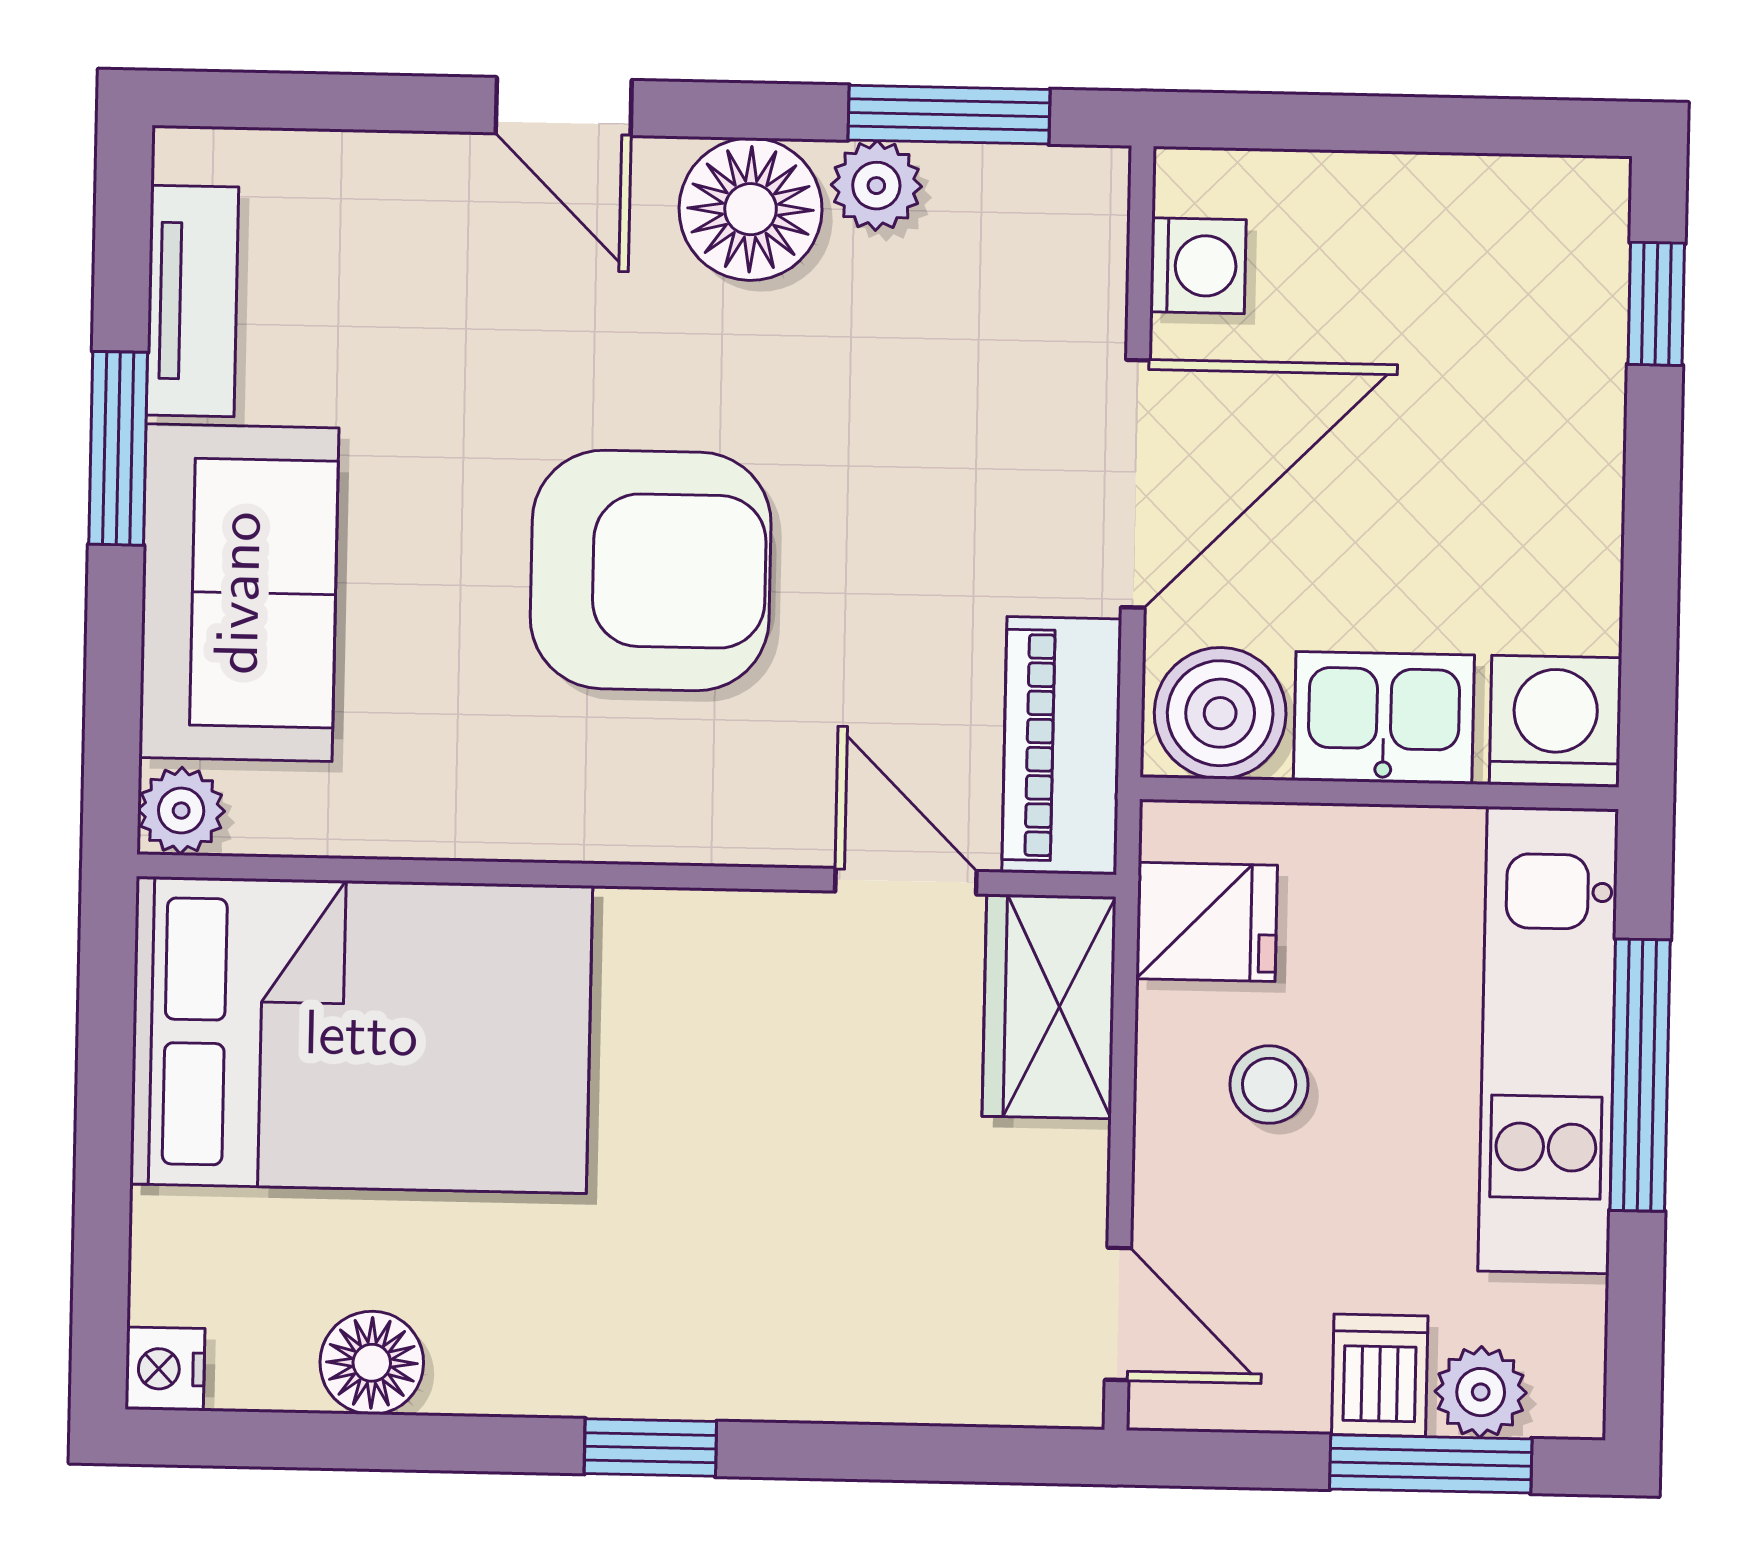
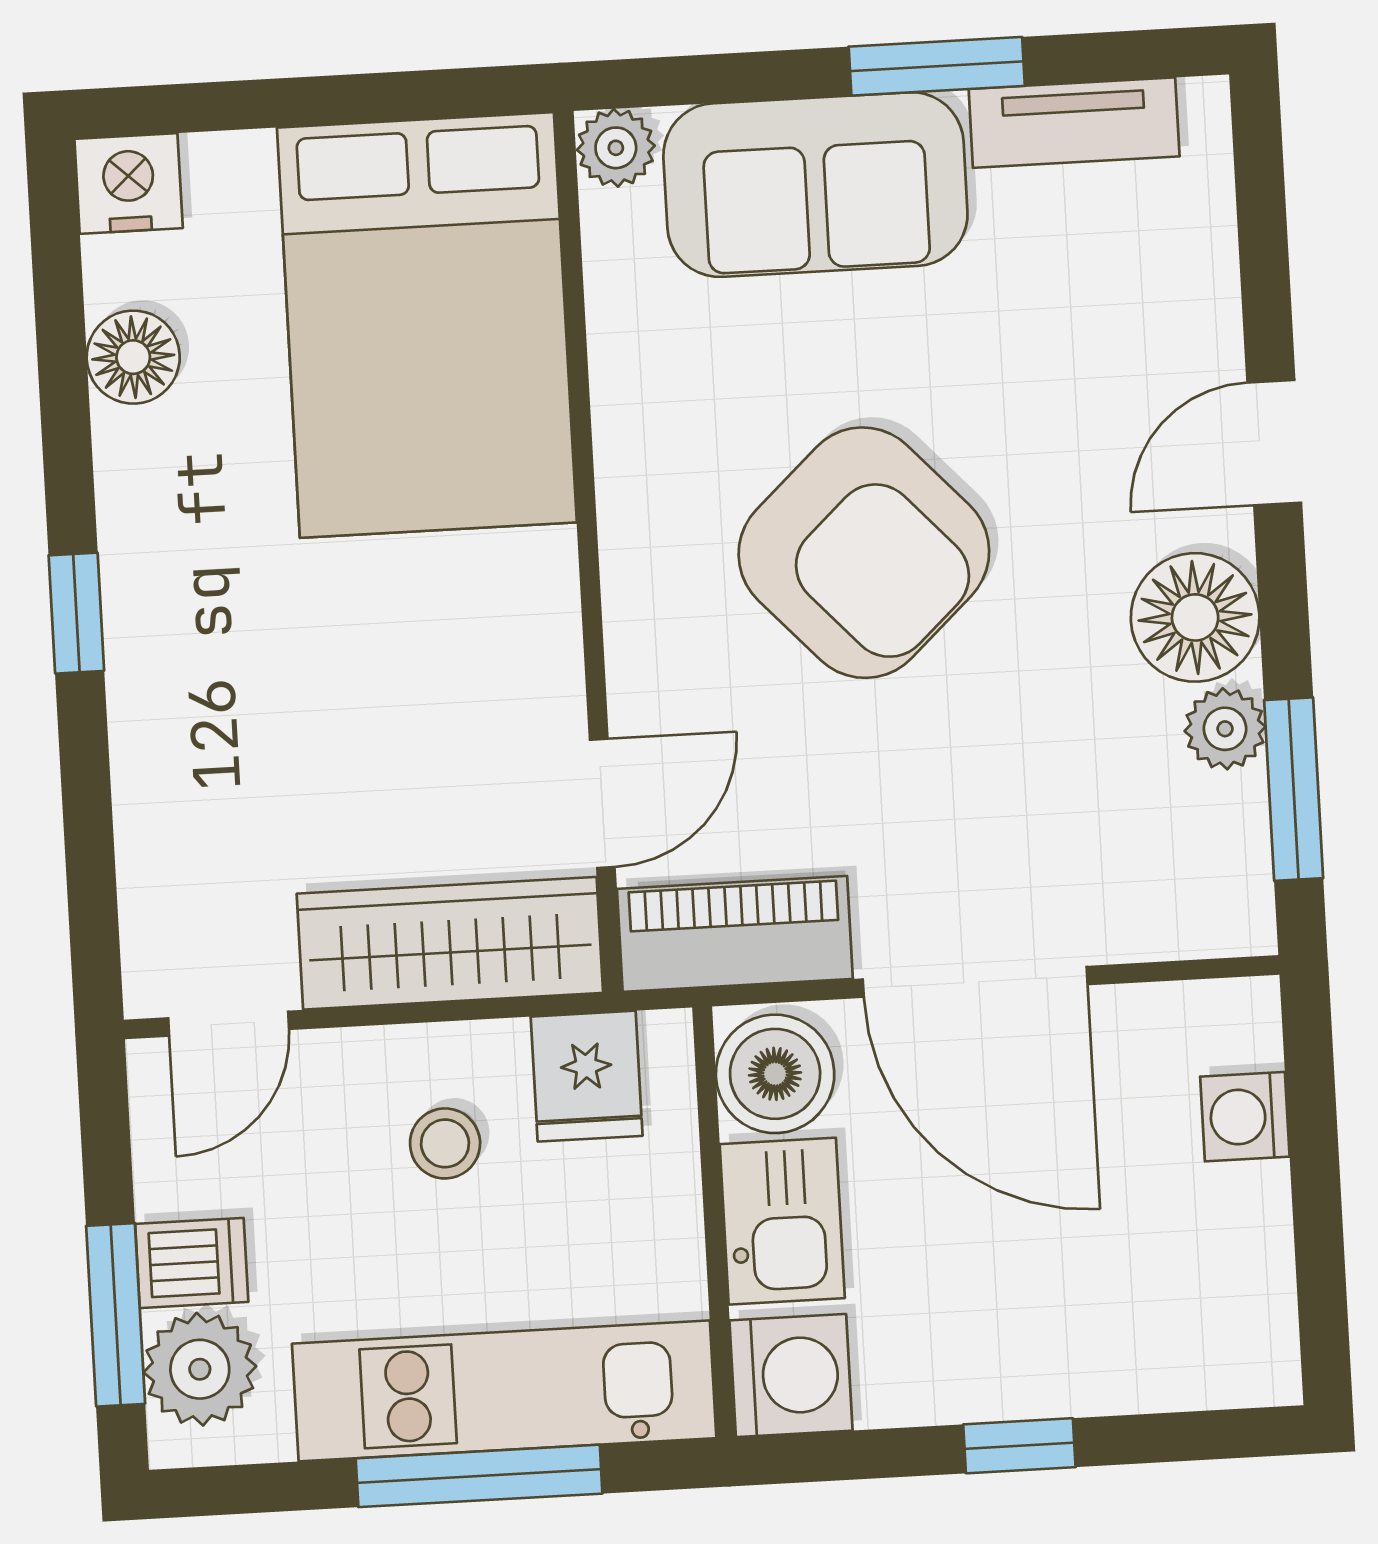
washing machine: (1198, 266) -> (1245, 1117), moved, turned 90
window: (1656, 304) -> (1019, 1446), moved
armchair: (651, 570) -> (864, 553), turned -43
wardrobe: (1049, 1006) -> (450, 943), width x1.50
nightstand: (165, 1369) -> (129, 183), width x1.39, depth x1.35
plant: (1481, 1392) -> (200, 1369), width x1.38, depth x1.38

